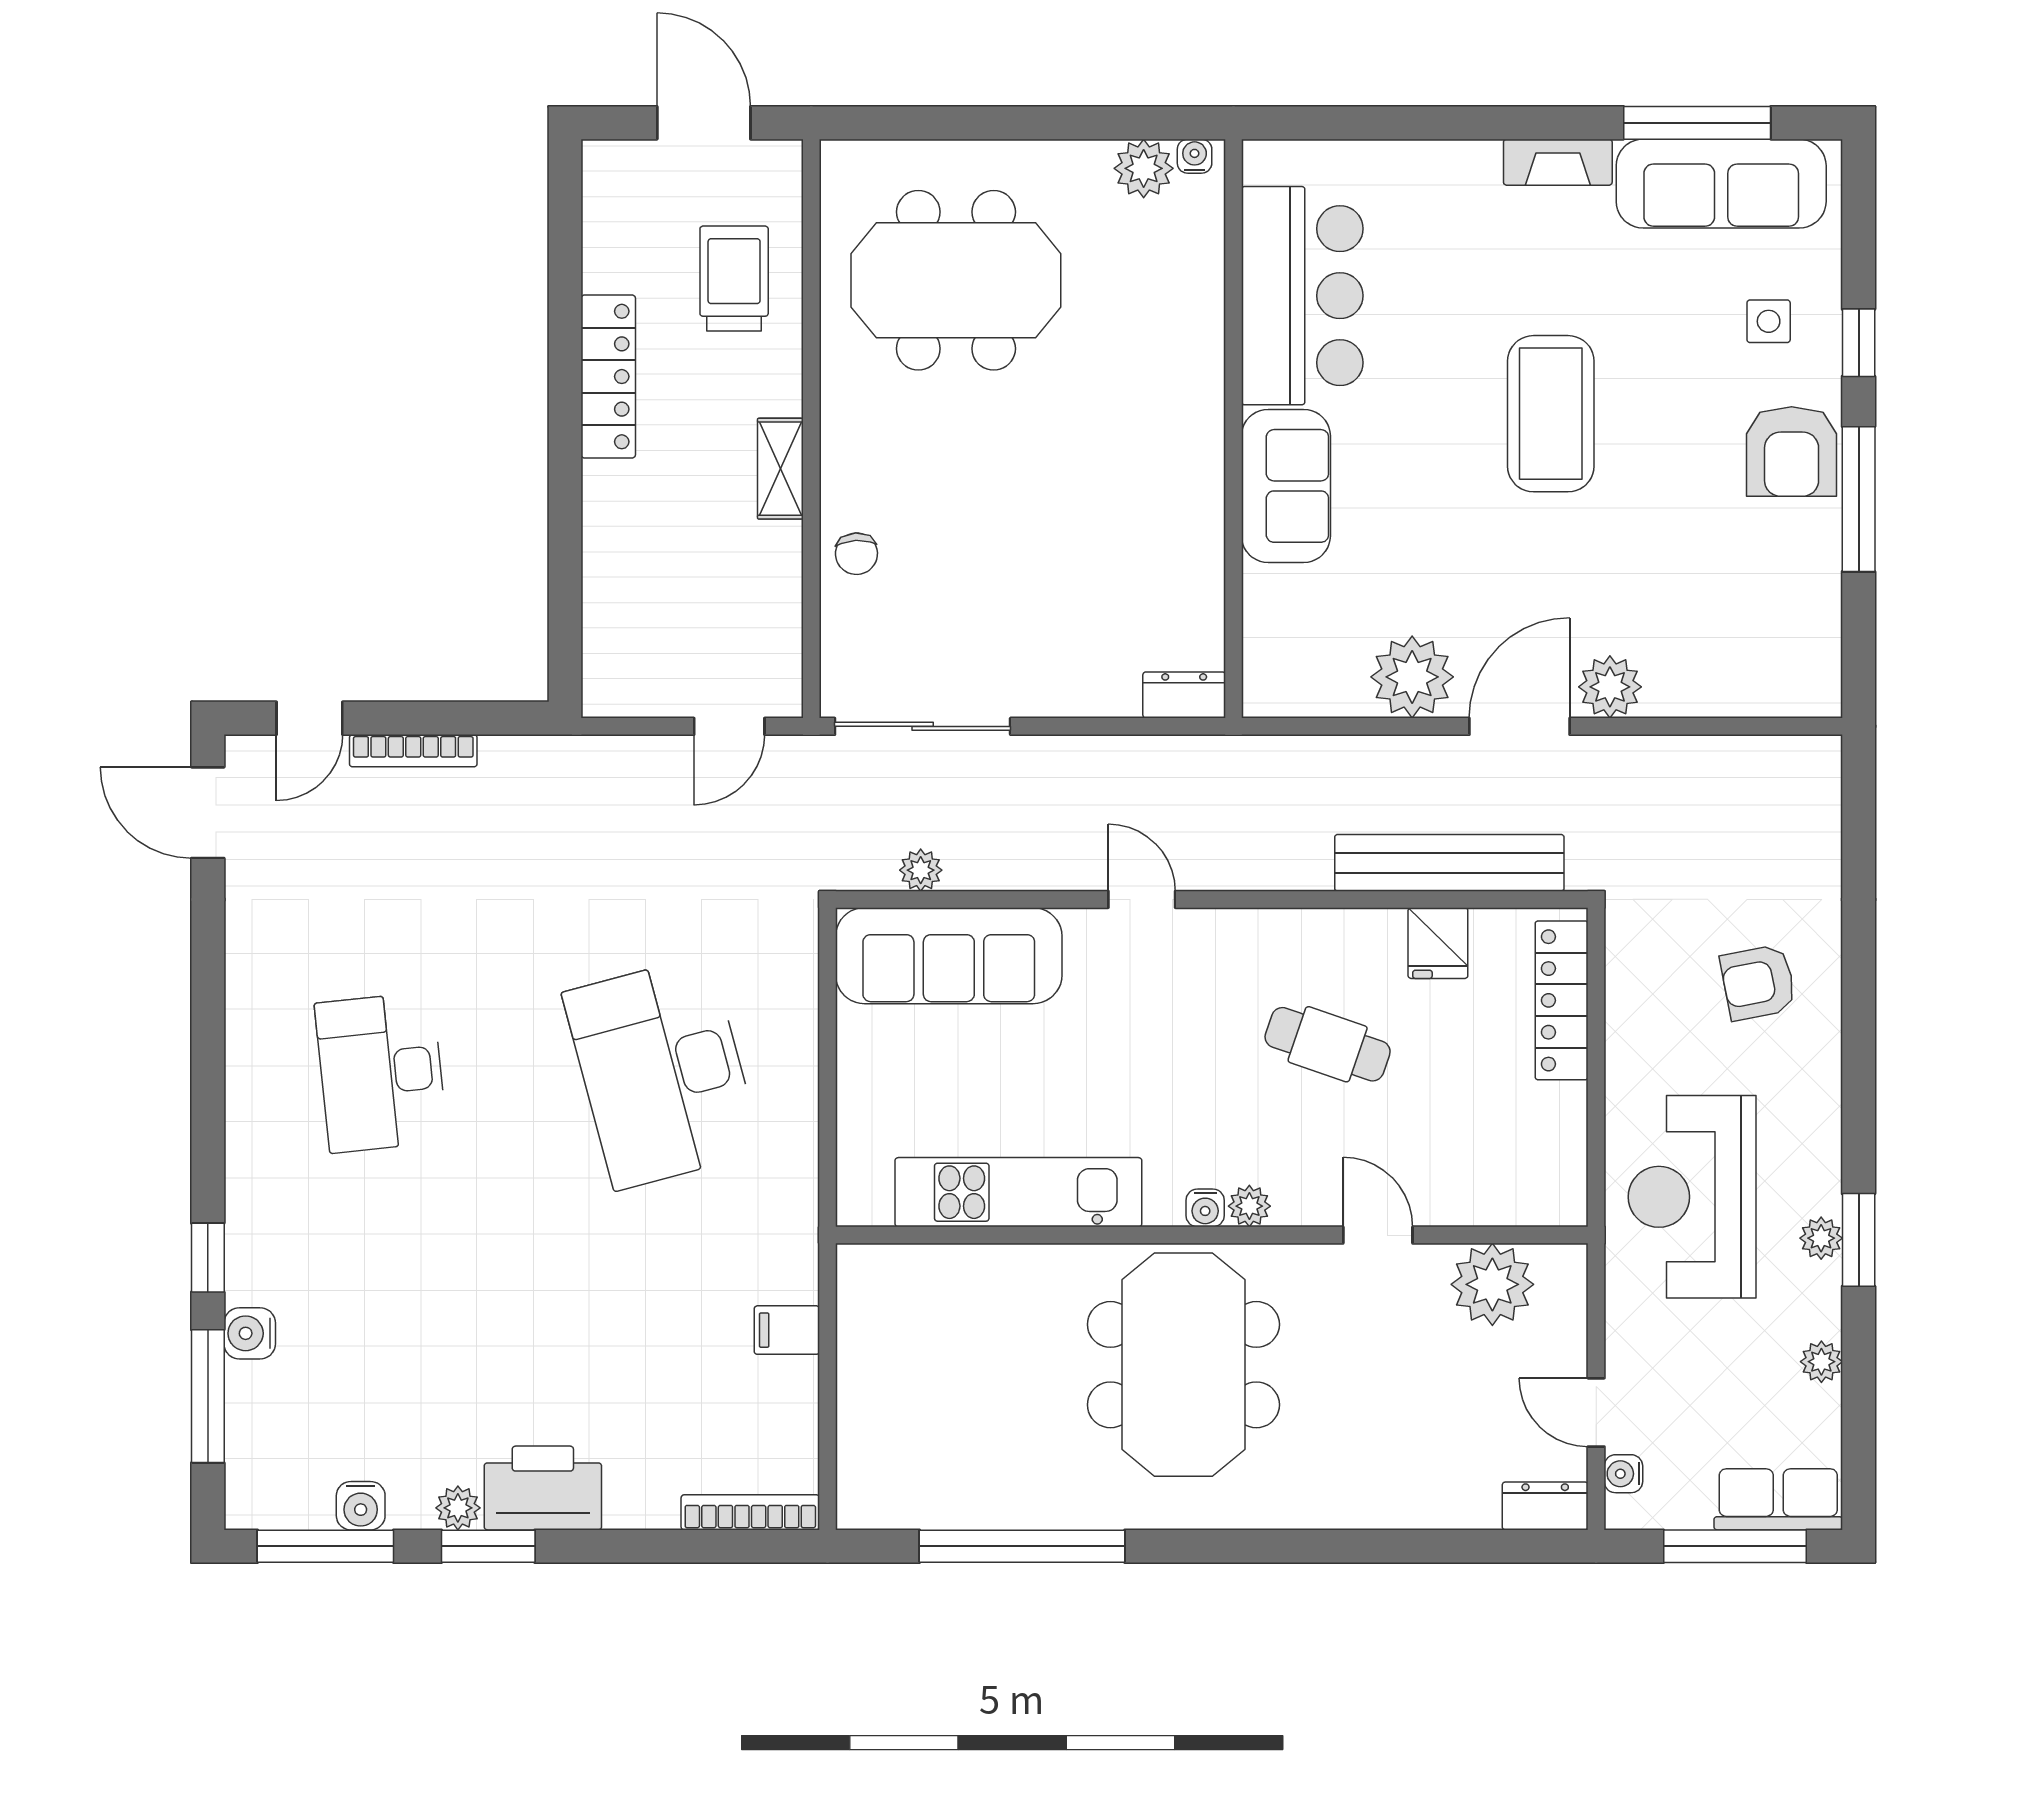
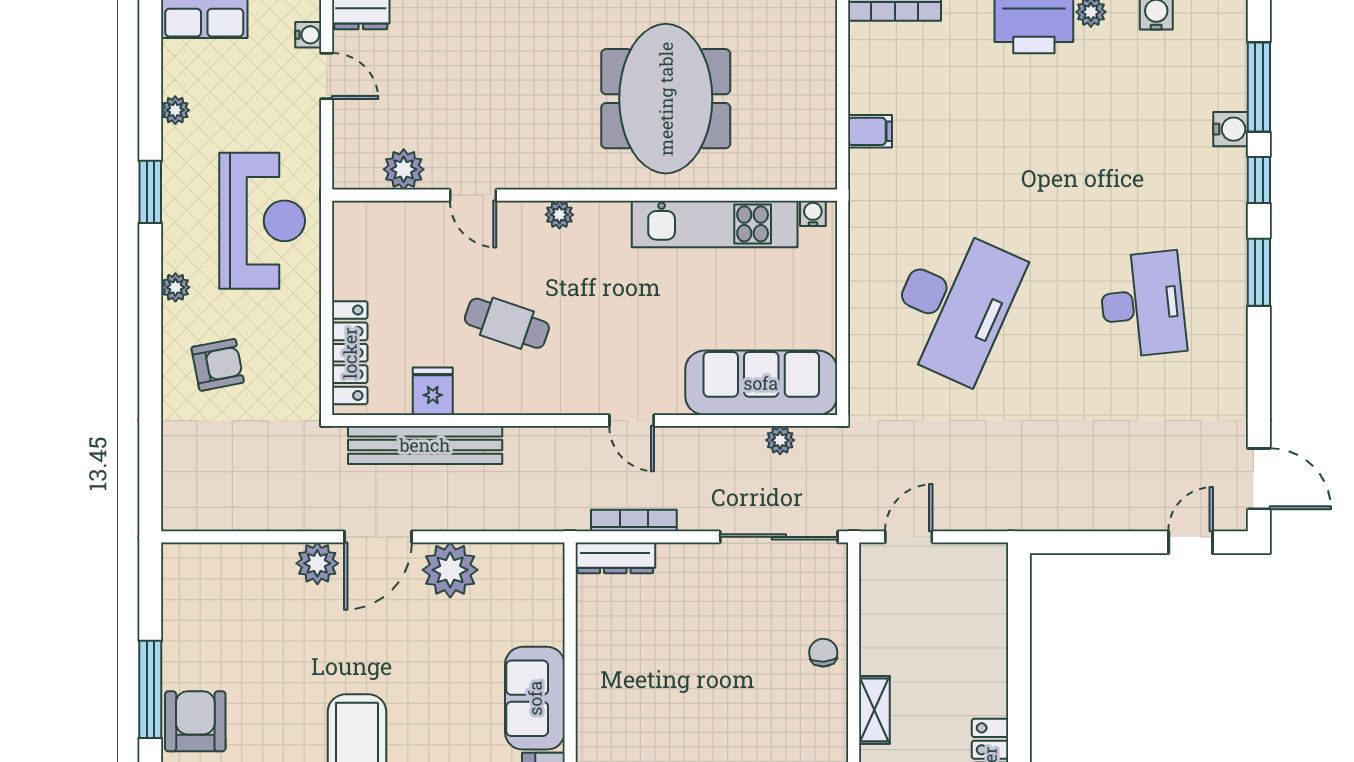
dresser: (1184, 695) -> (615, 558), width x1.44
bookcase: (413, 751) -> (634, 520), moved
desk: (662, 1072) -> (954, 304), turned 39
window: (208, 1120) -> (1259, 272), added
water cooler: (1205, 1208) -> (813, 213), moved
plant: (1821, 1238) -> (175, 287), moved
plant: (1492, 1284) -> (404, 169), width x0.73, depth x0.73
meeting table: (1183, 1365) -> (666, 99), moved

